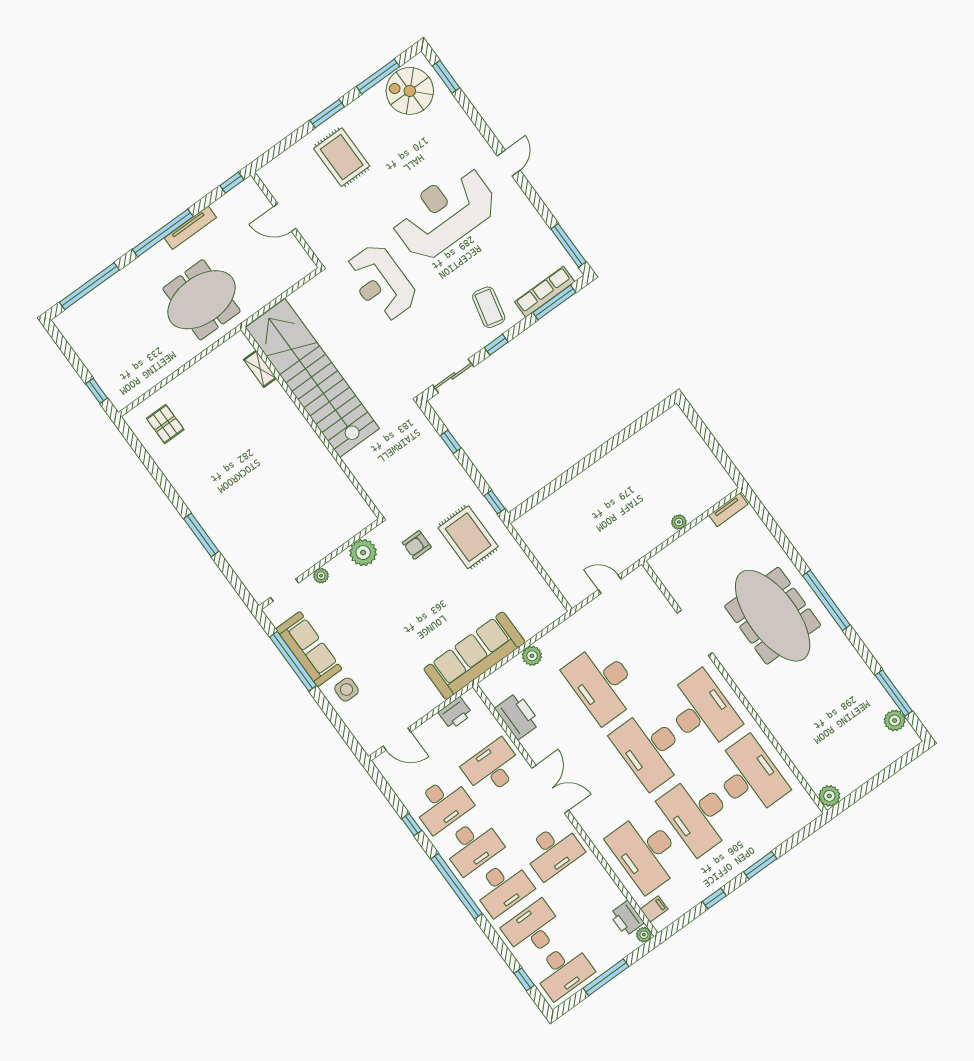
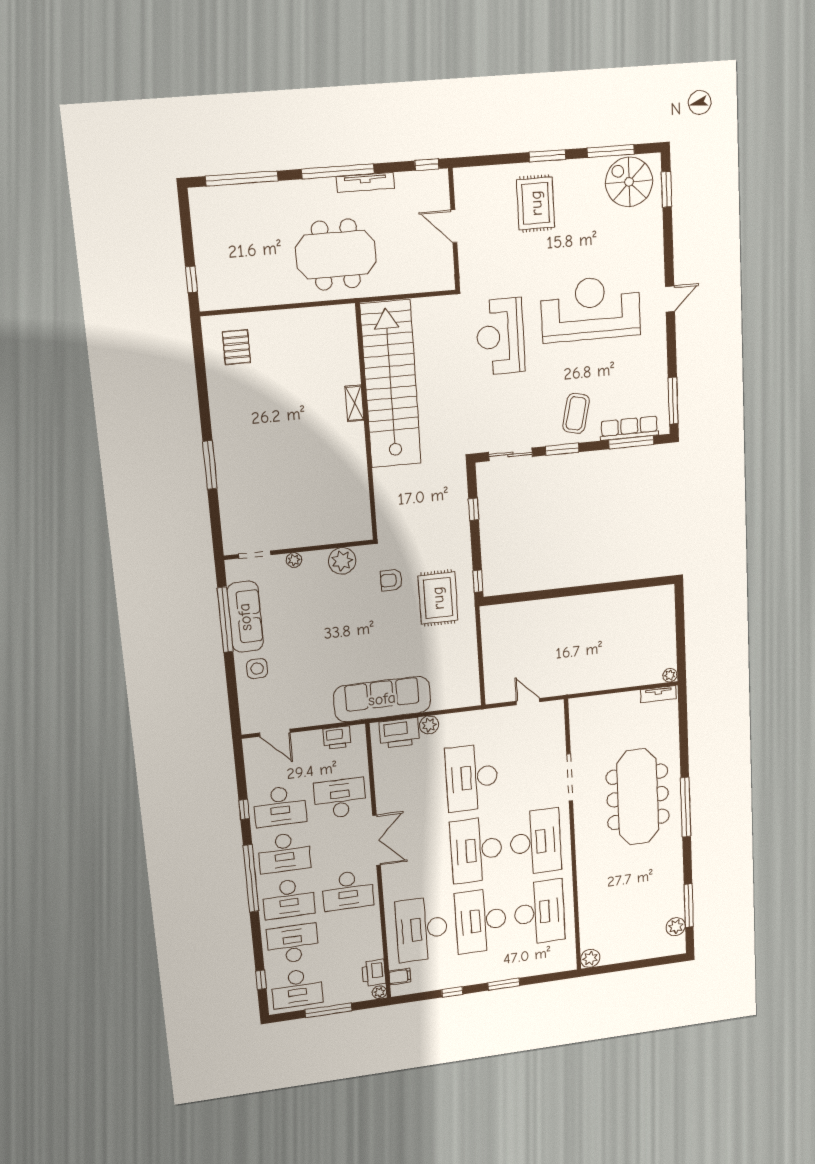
window: (496, 345) -> (562, 449), width x1.50
shelving: (260, 369) -> (355, 403), moved
plant: (679, 522) -> (670, 675), moved
printer: (518, 716) -> (399, 733), moved, turned 90

